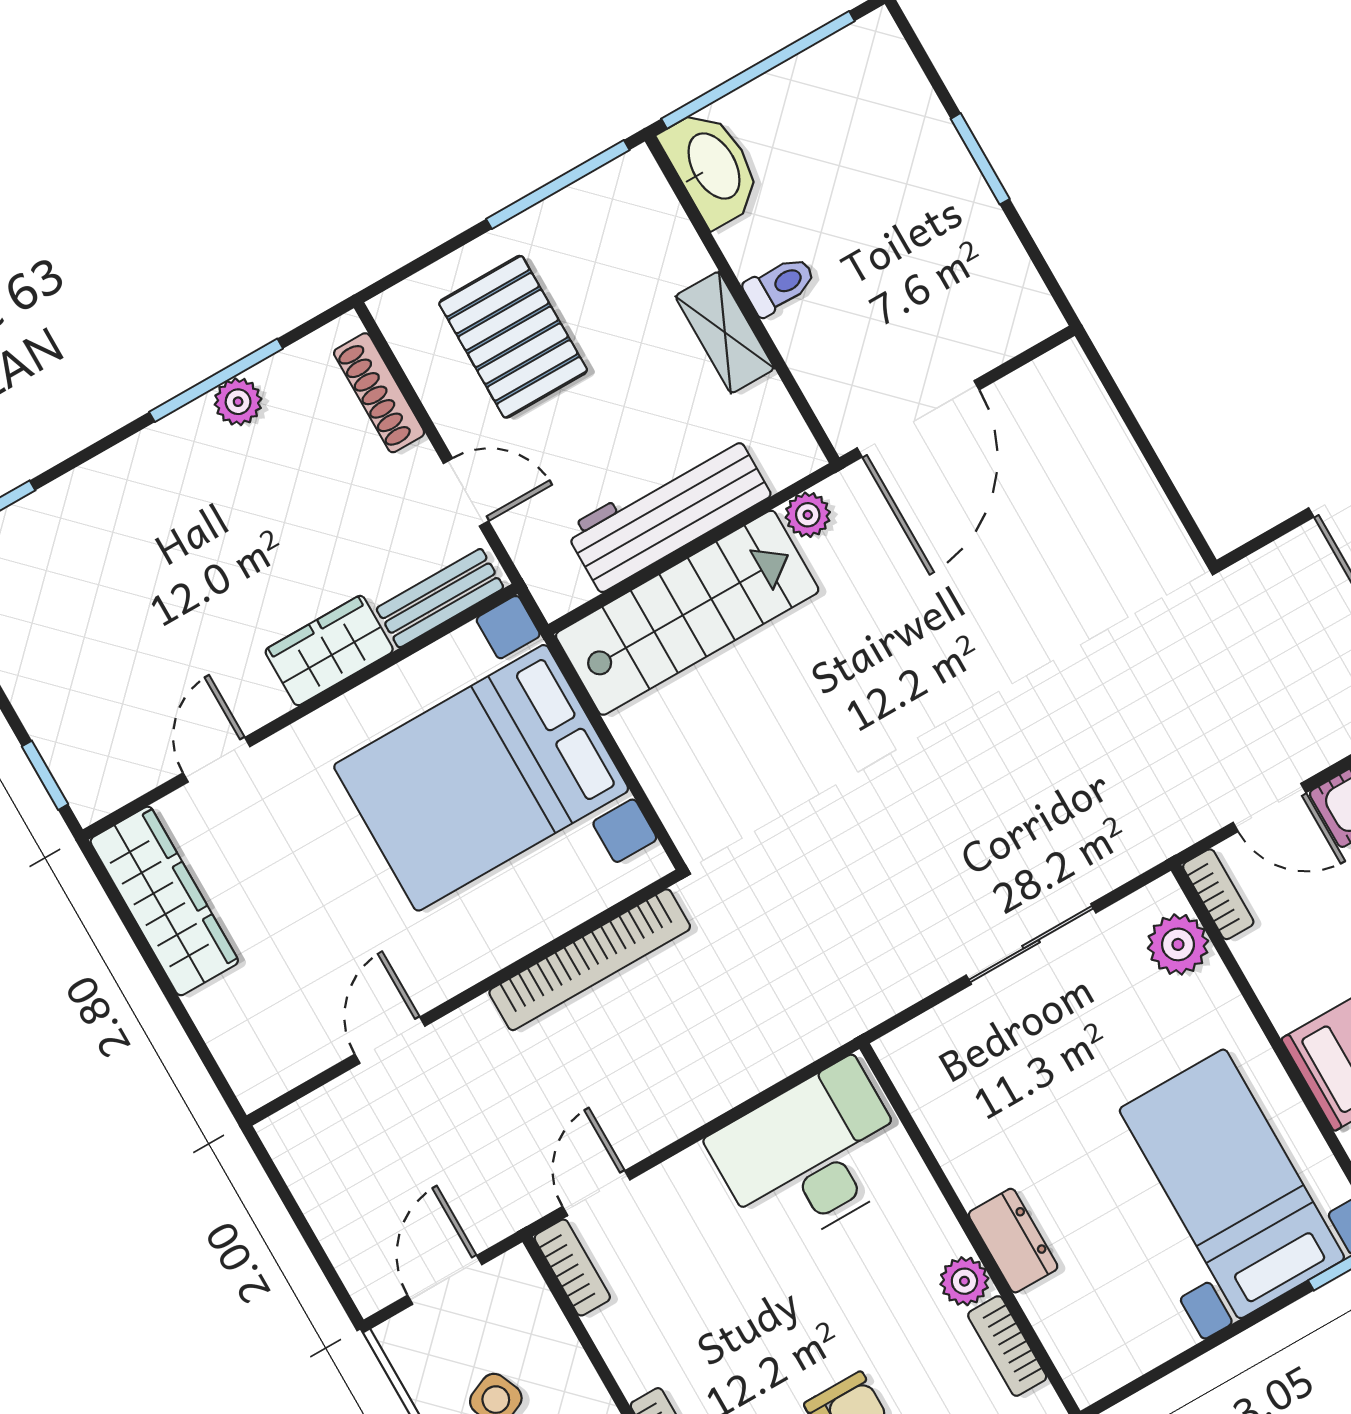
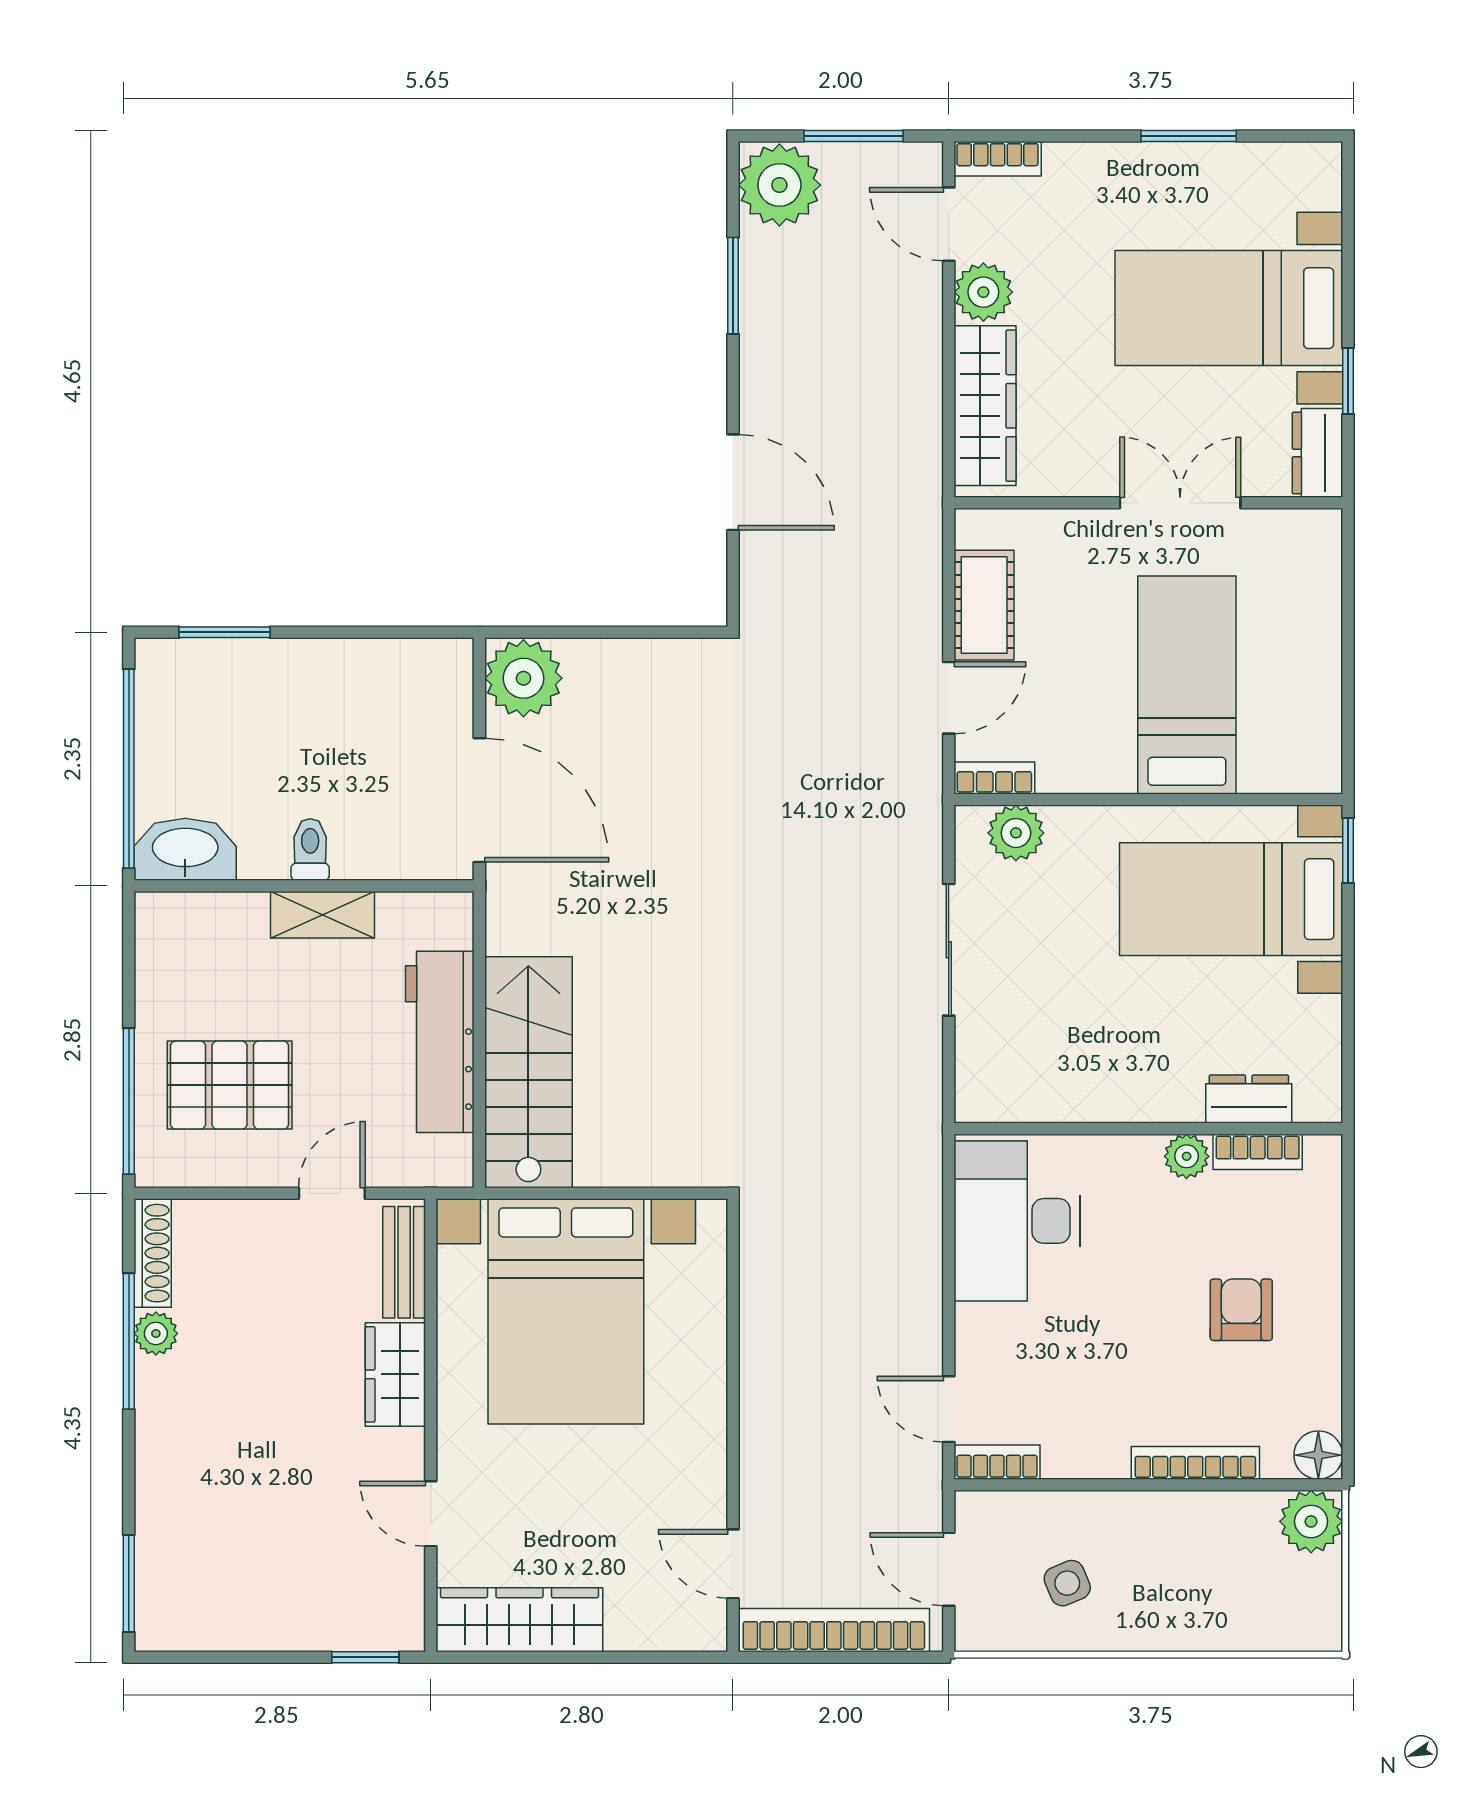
window: (980, 159) -> (225, 632), moved
window: (558, 185) -> (129, 1101), moved
shoe rack: (379, 393) -> (153, 1253), moved, turned -90
plant: (808, 515) -> (523, 678), moved, width x1.87, depth x1.87
bookcase: (590, 960) -> (834, 1630), moved, turned -90
door: (390, 1040) -> (733, 1564), moved
dresser: (1013, 1241) -> (1249, 1099), moved

